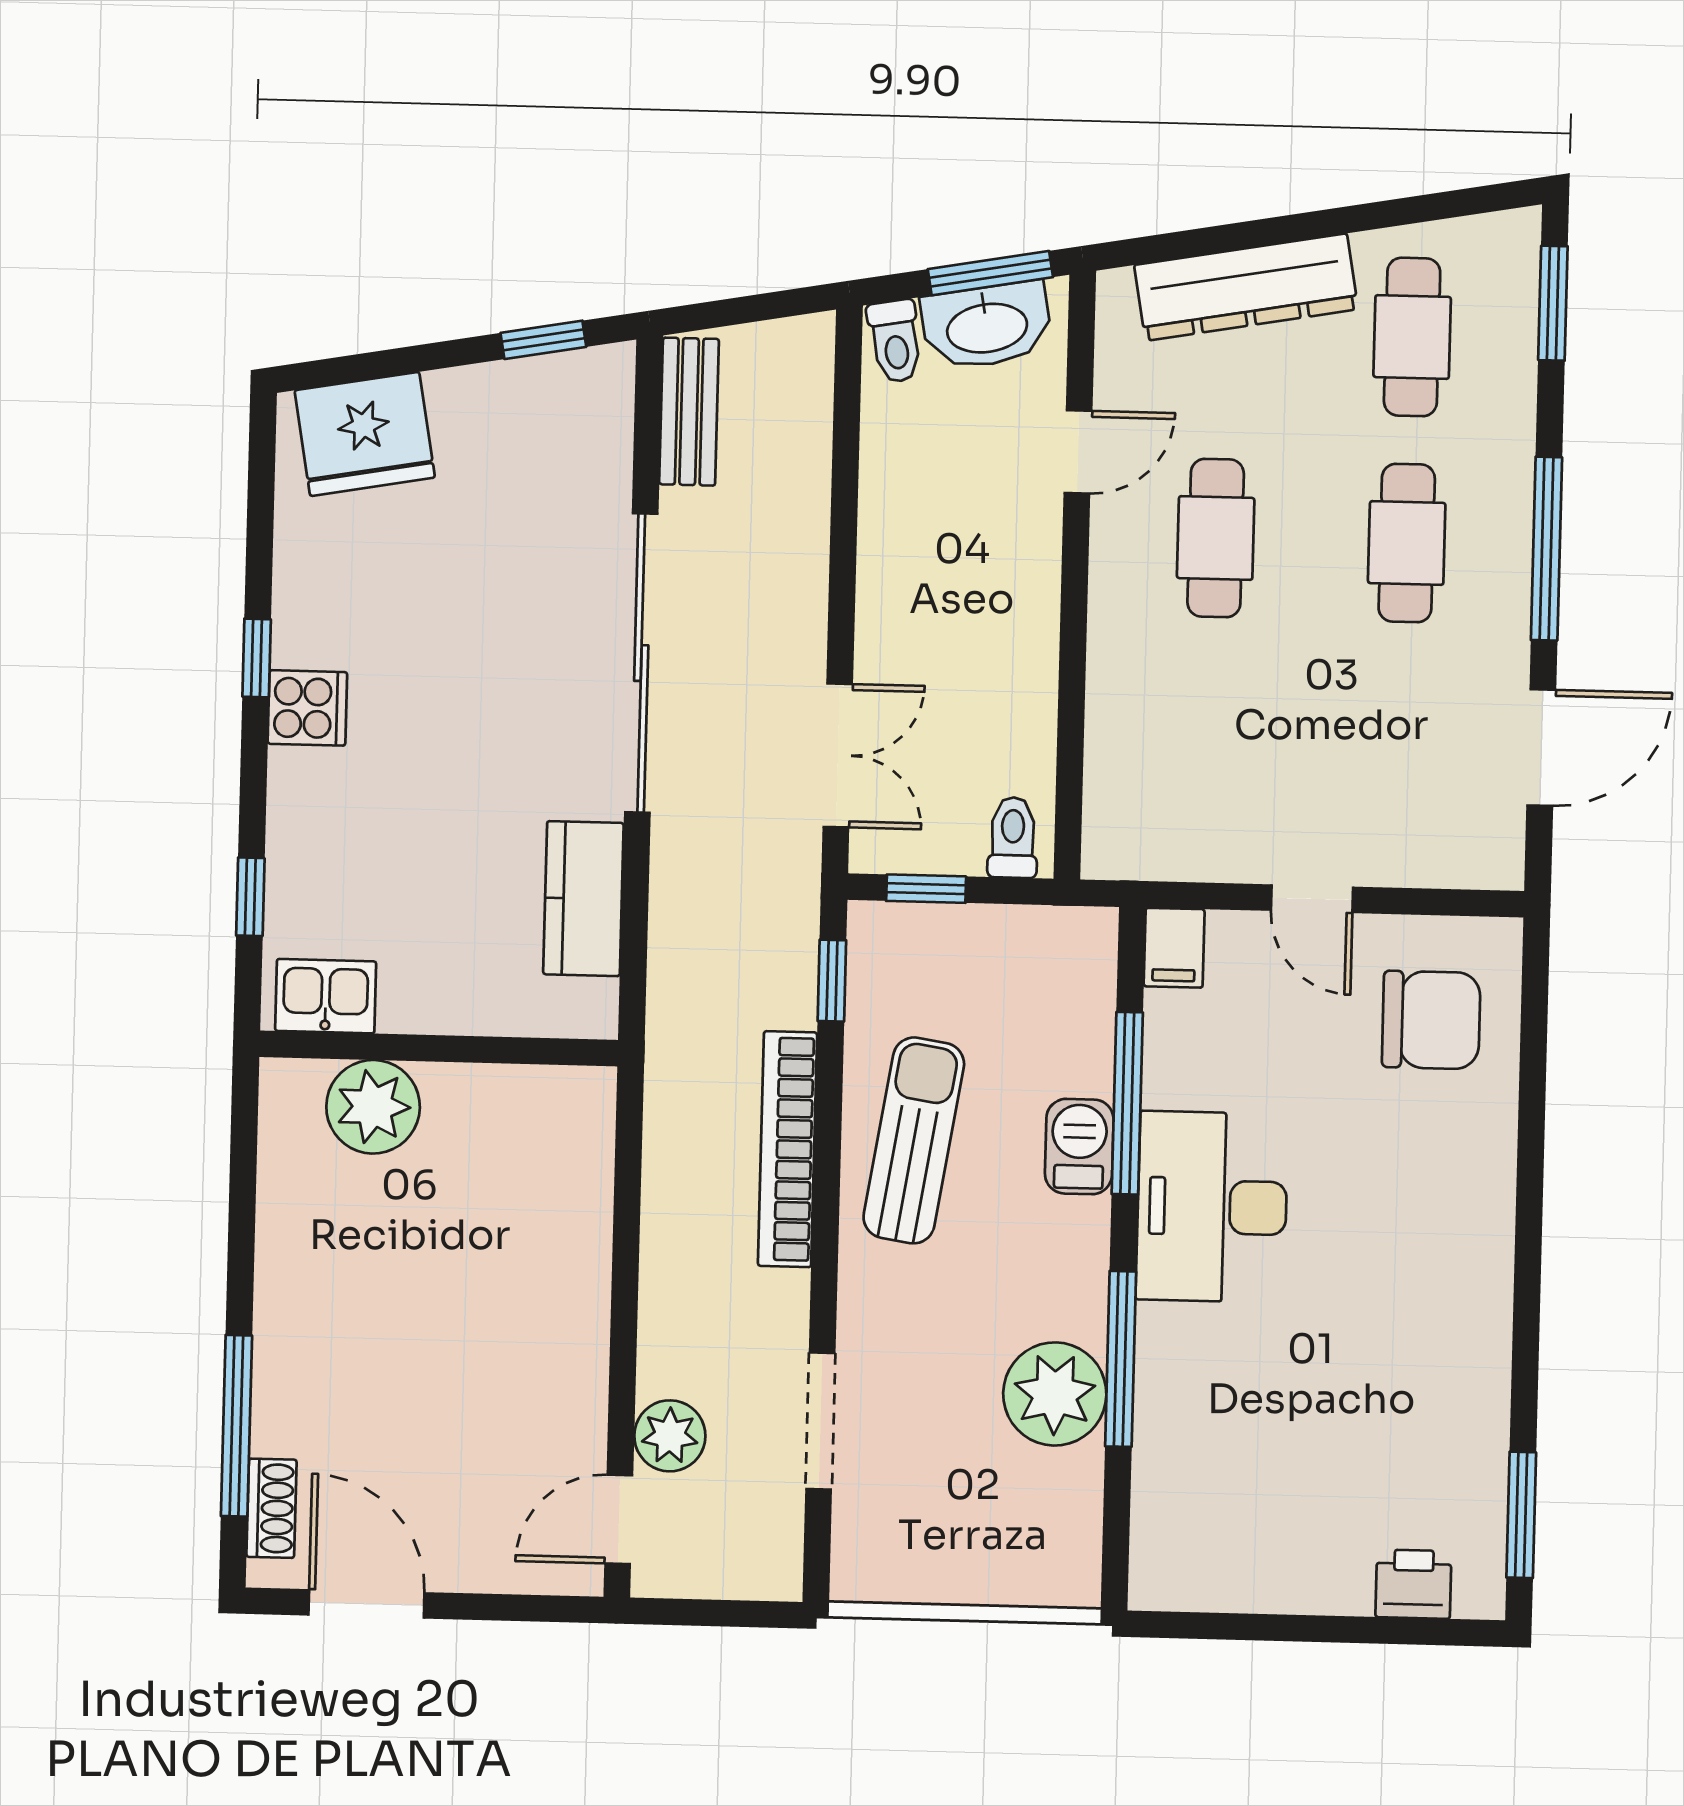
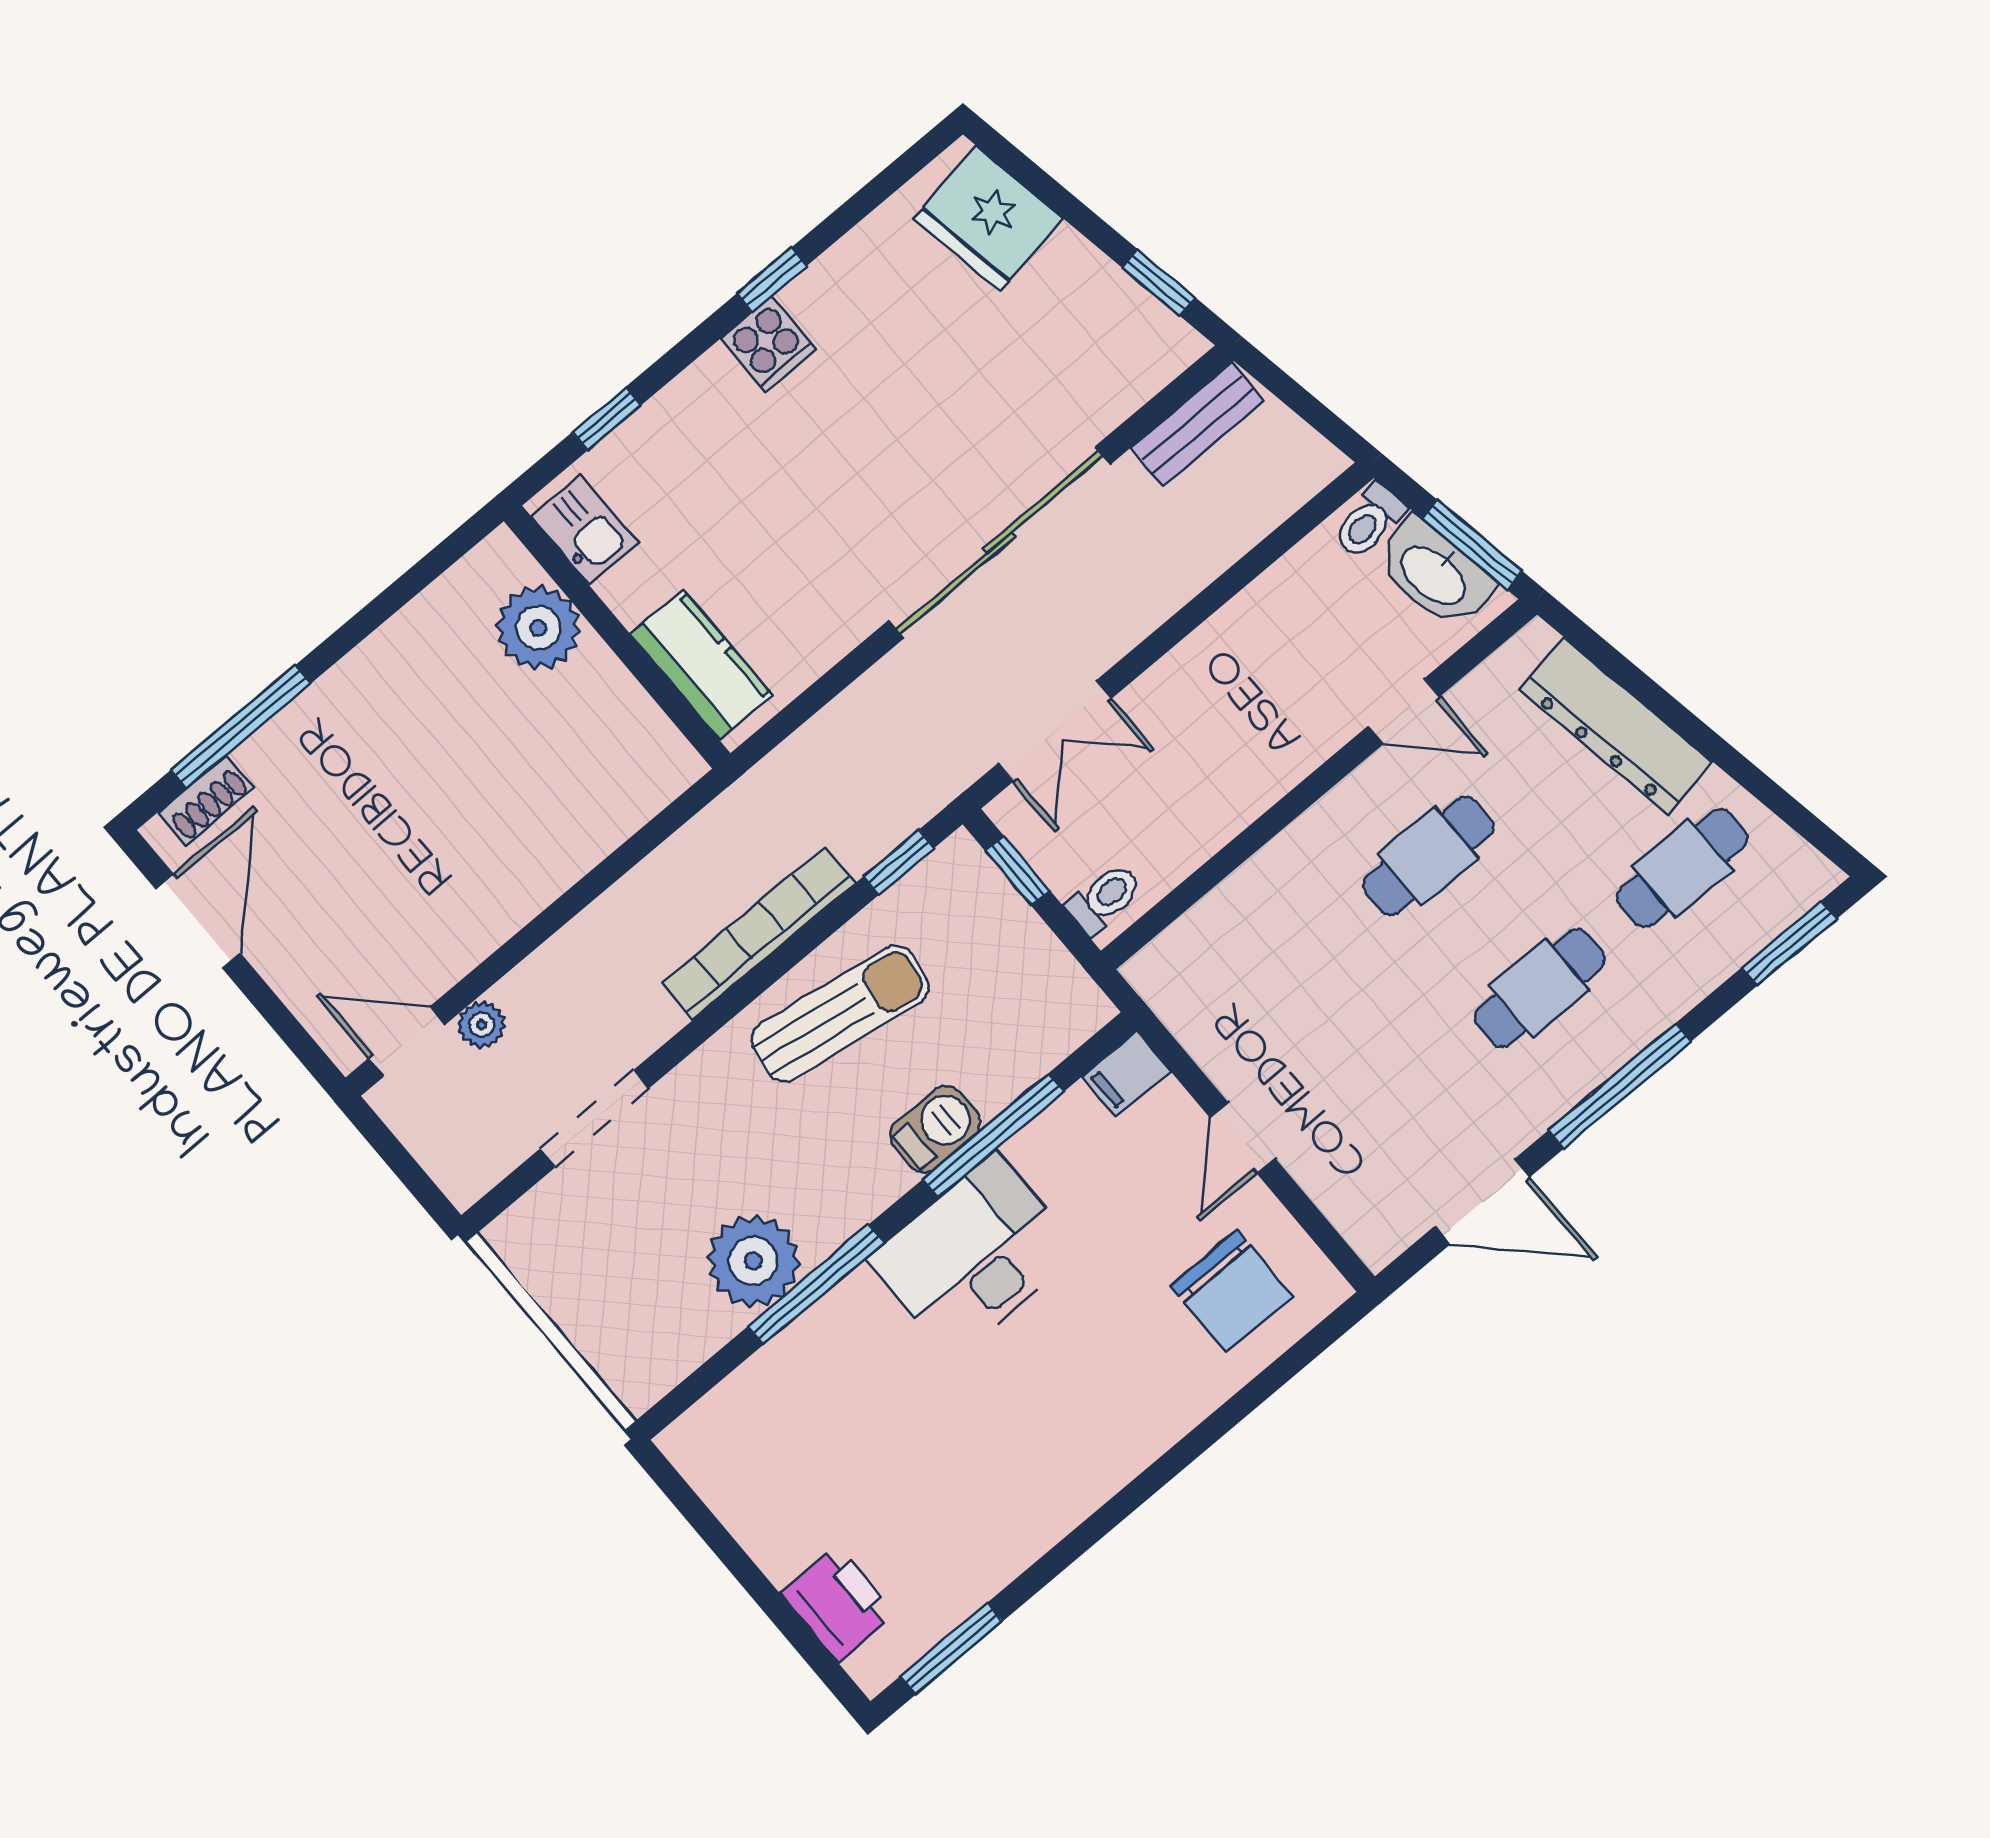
kitchen counter: (583, 899) -> (701, 665), moved, turned 90
plant: (670, 1436) -> (482, 1025), width x0.73, depth x0.73
printer: (1413, 1584) -> (838, 1603), width x1.36, depth x1.24

